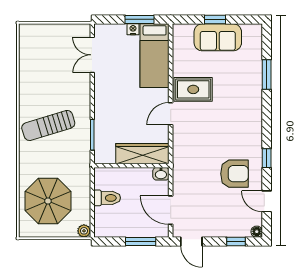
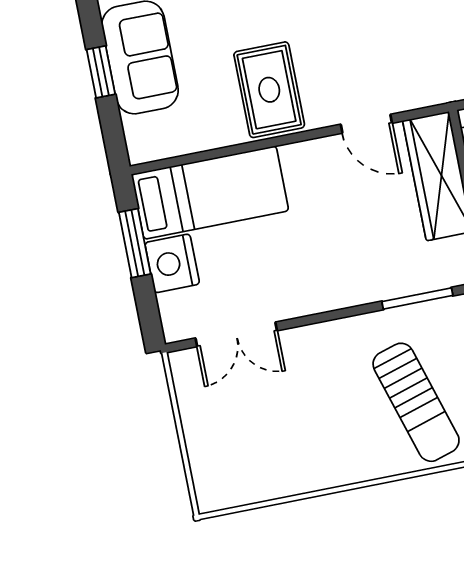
nightstand: (133, 29) -> (172, 263), width x1.89, depth x1.79
door: (171, 114) -> (366, 124), moved

